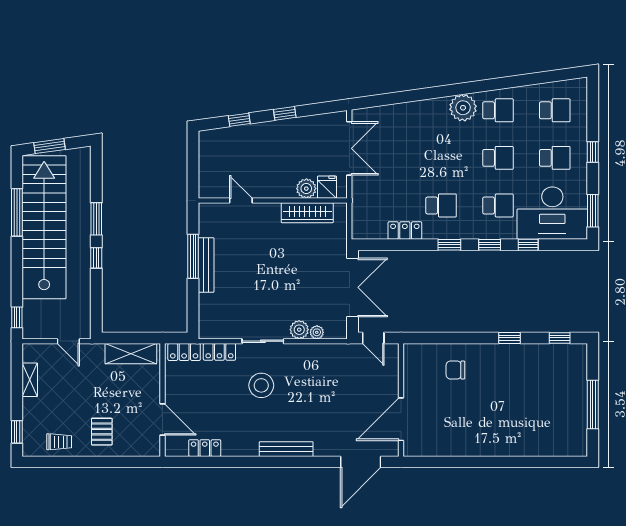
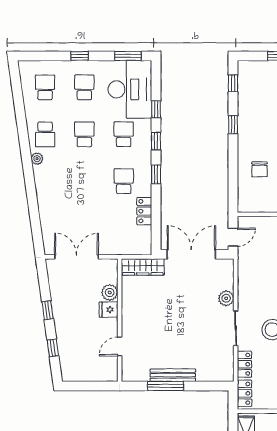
plant: (463, 108) -> (37, 159), width x0.53, depth x0.53
school desk: (498, 110) -> (45, 134), turned 180
fridge: (327, 187) -> (109, 310), moved
wardrobe: (307, 213) -> (143, 267), moved, turned 90
plant: (317, 332) -> (228, 284), removed

